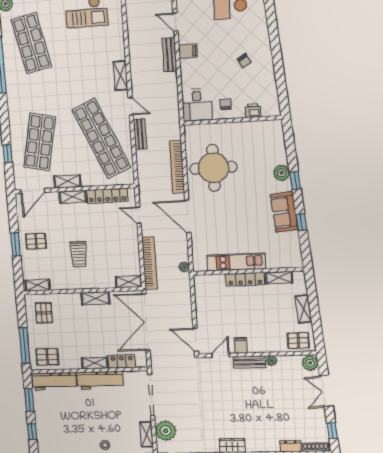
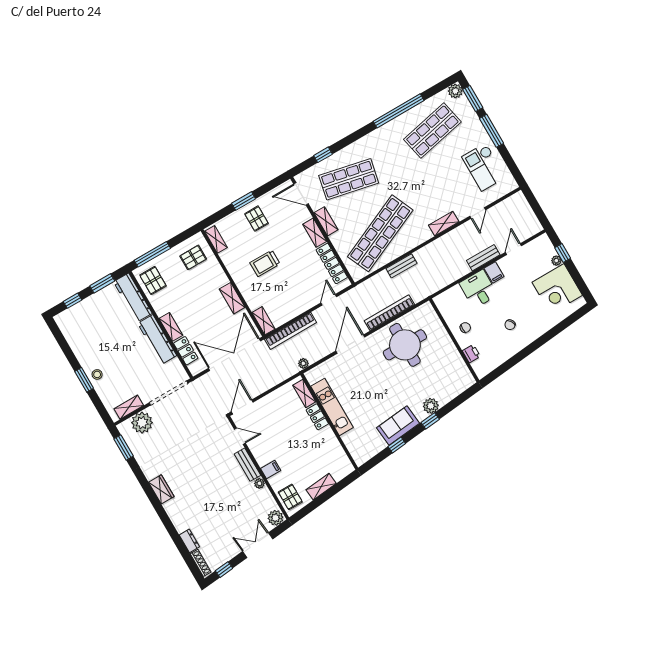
desk: (197, 105) -> (478, 289), moved, turned 90
door: (131, 106) -> (478, 213), moved
shelving: (279, 278) -> (304, 394), moved
locker: (245, 279) -> (317, 417), width x0.66
filing cabinet: (241, 345) -> (271, 470), moved

